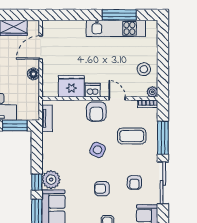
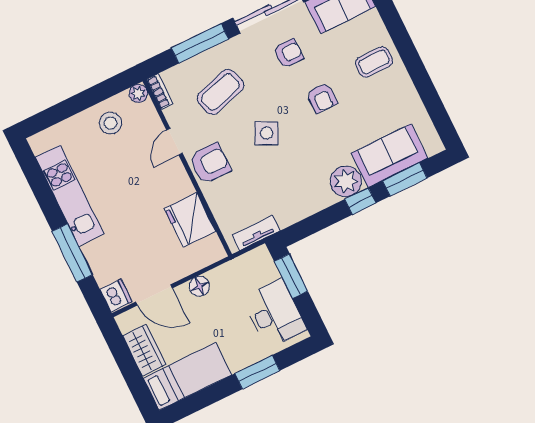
window: (119, 15) -> (72, 253), moved
dishwasher: (93, 90) -> (116, 296), moved, turned 180
coffee table: (132, 136) -> (220, 92), turned 73

